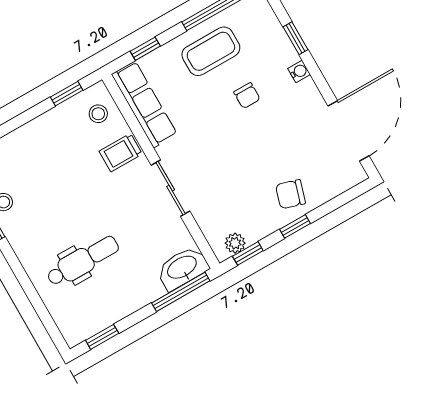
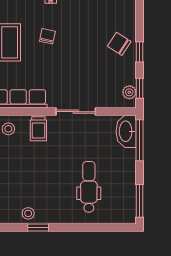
chair: (247, 96) -> (47, 36), turned -78
chair: (290, 194) -> (119, 44), turned 106
window: (102, 337) -> (140, 201), width x1.50

